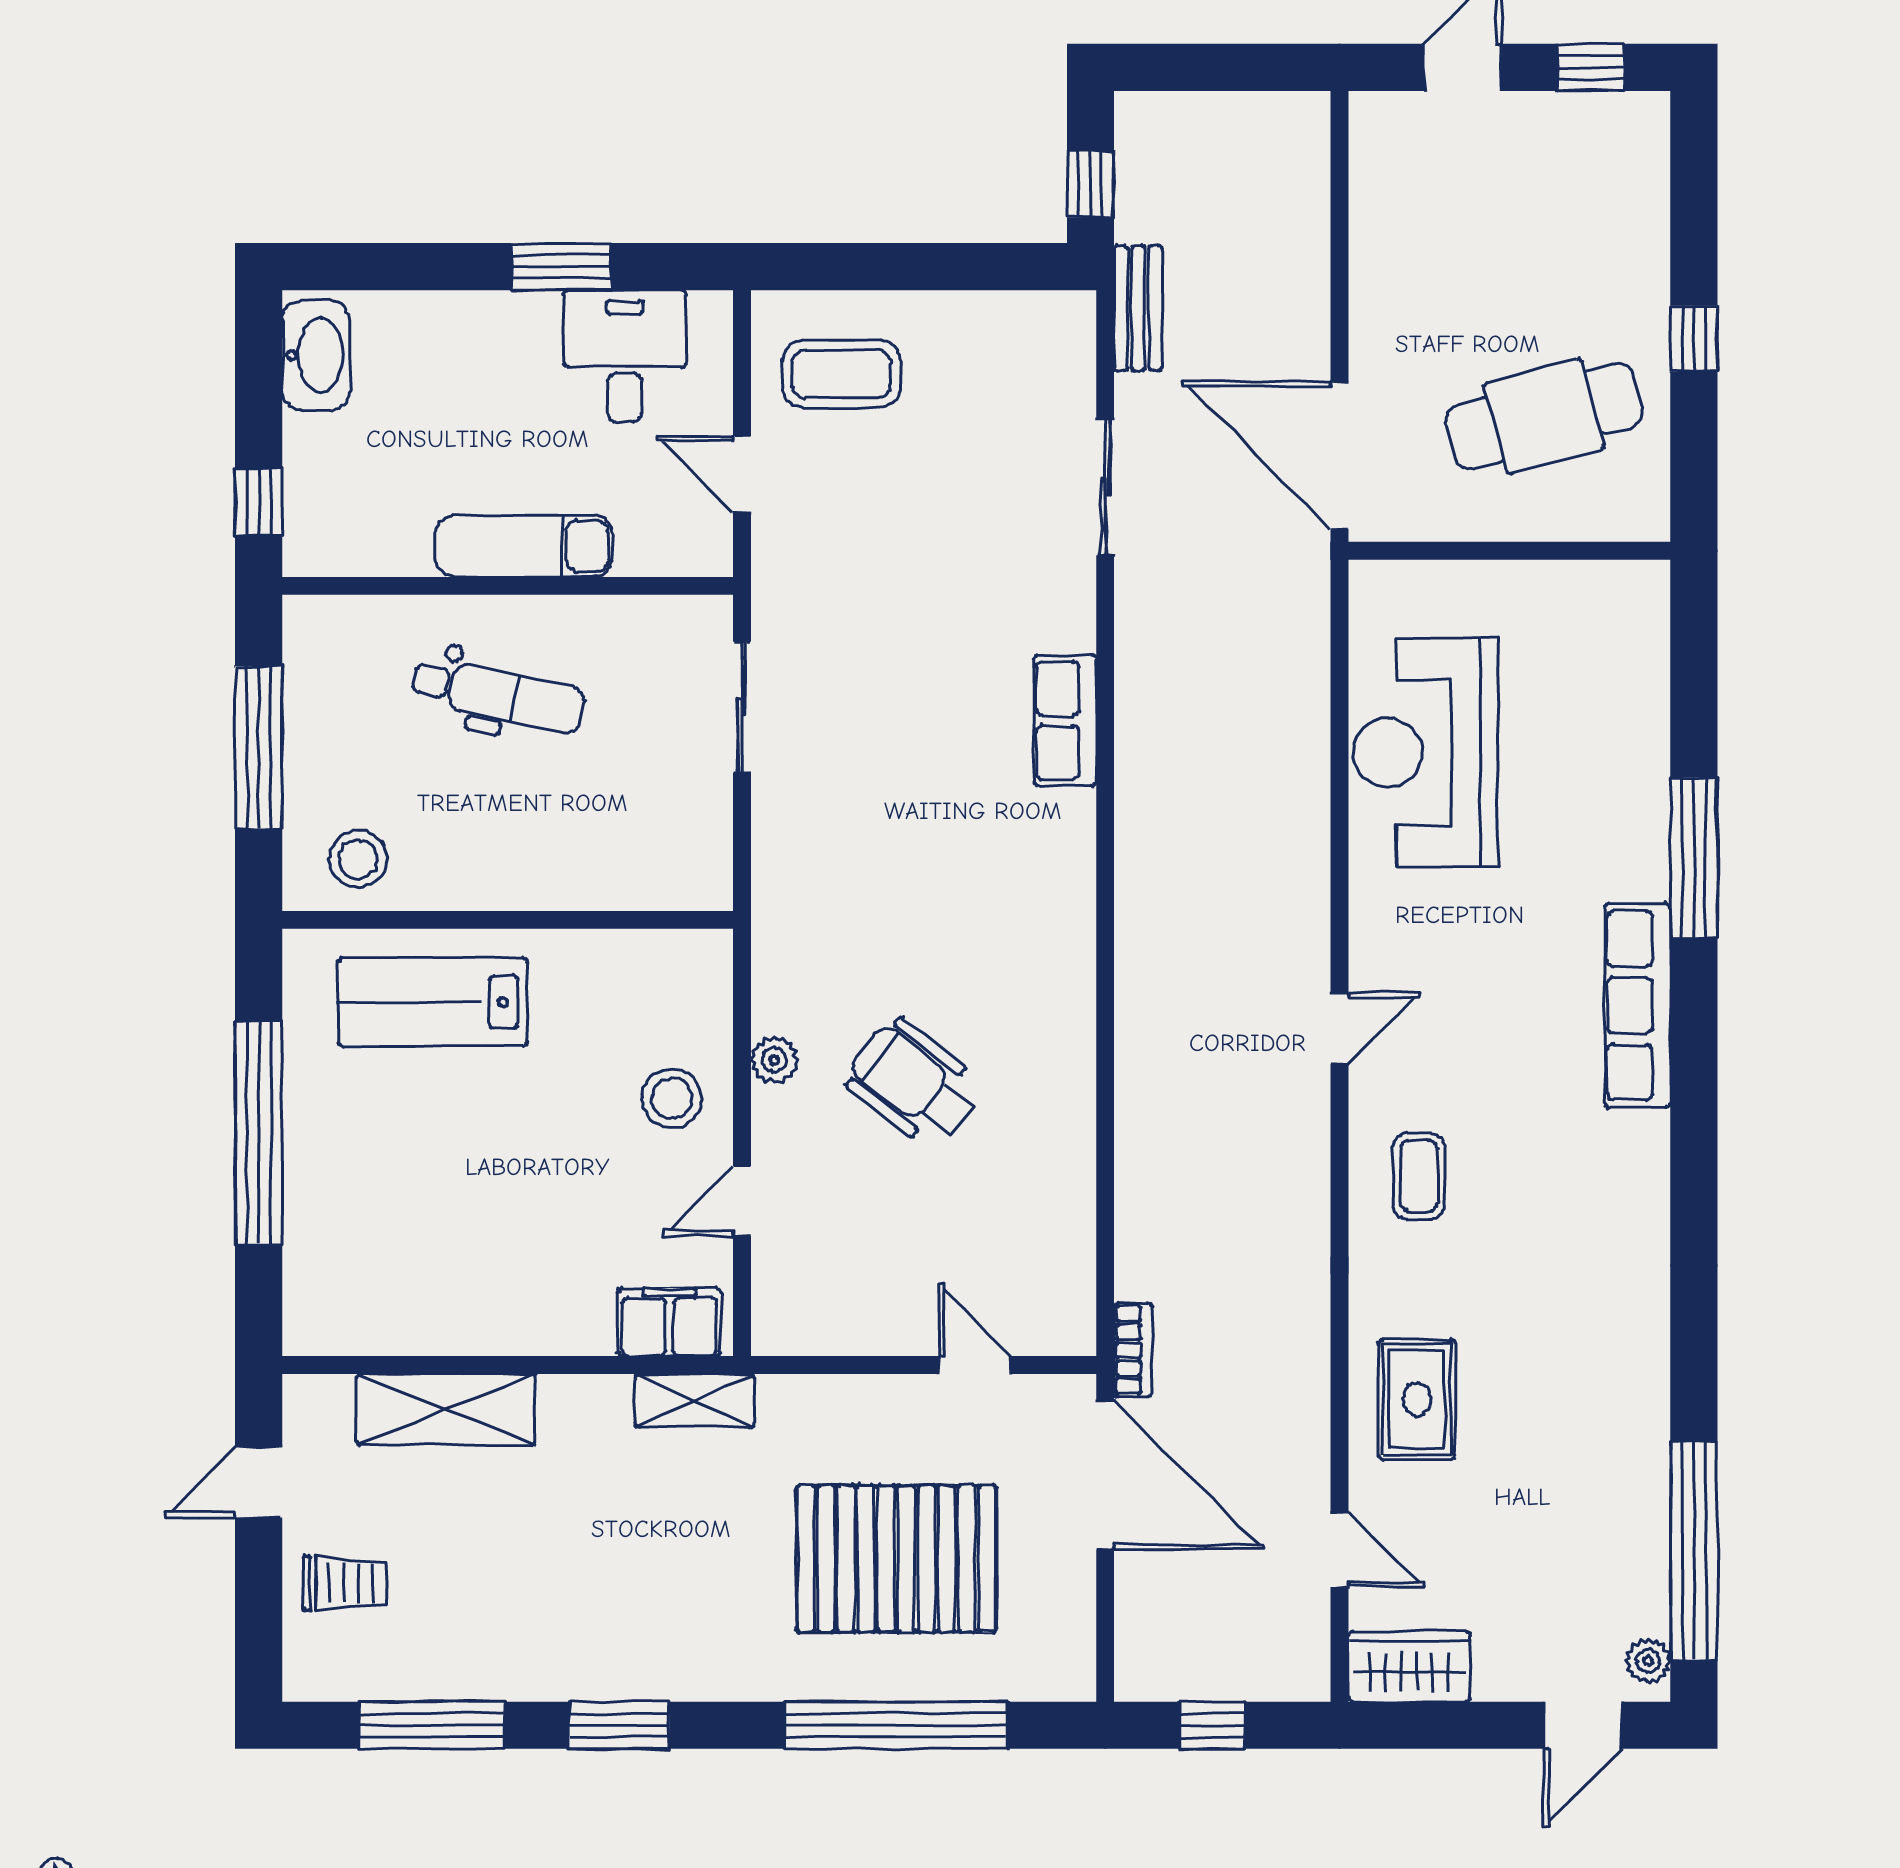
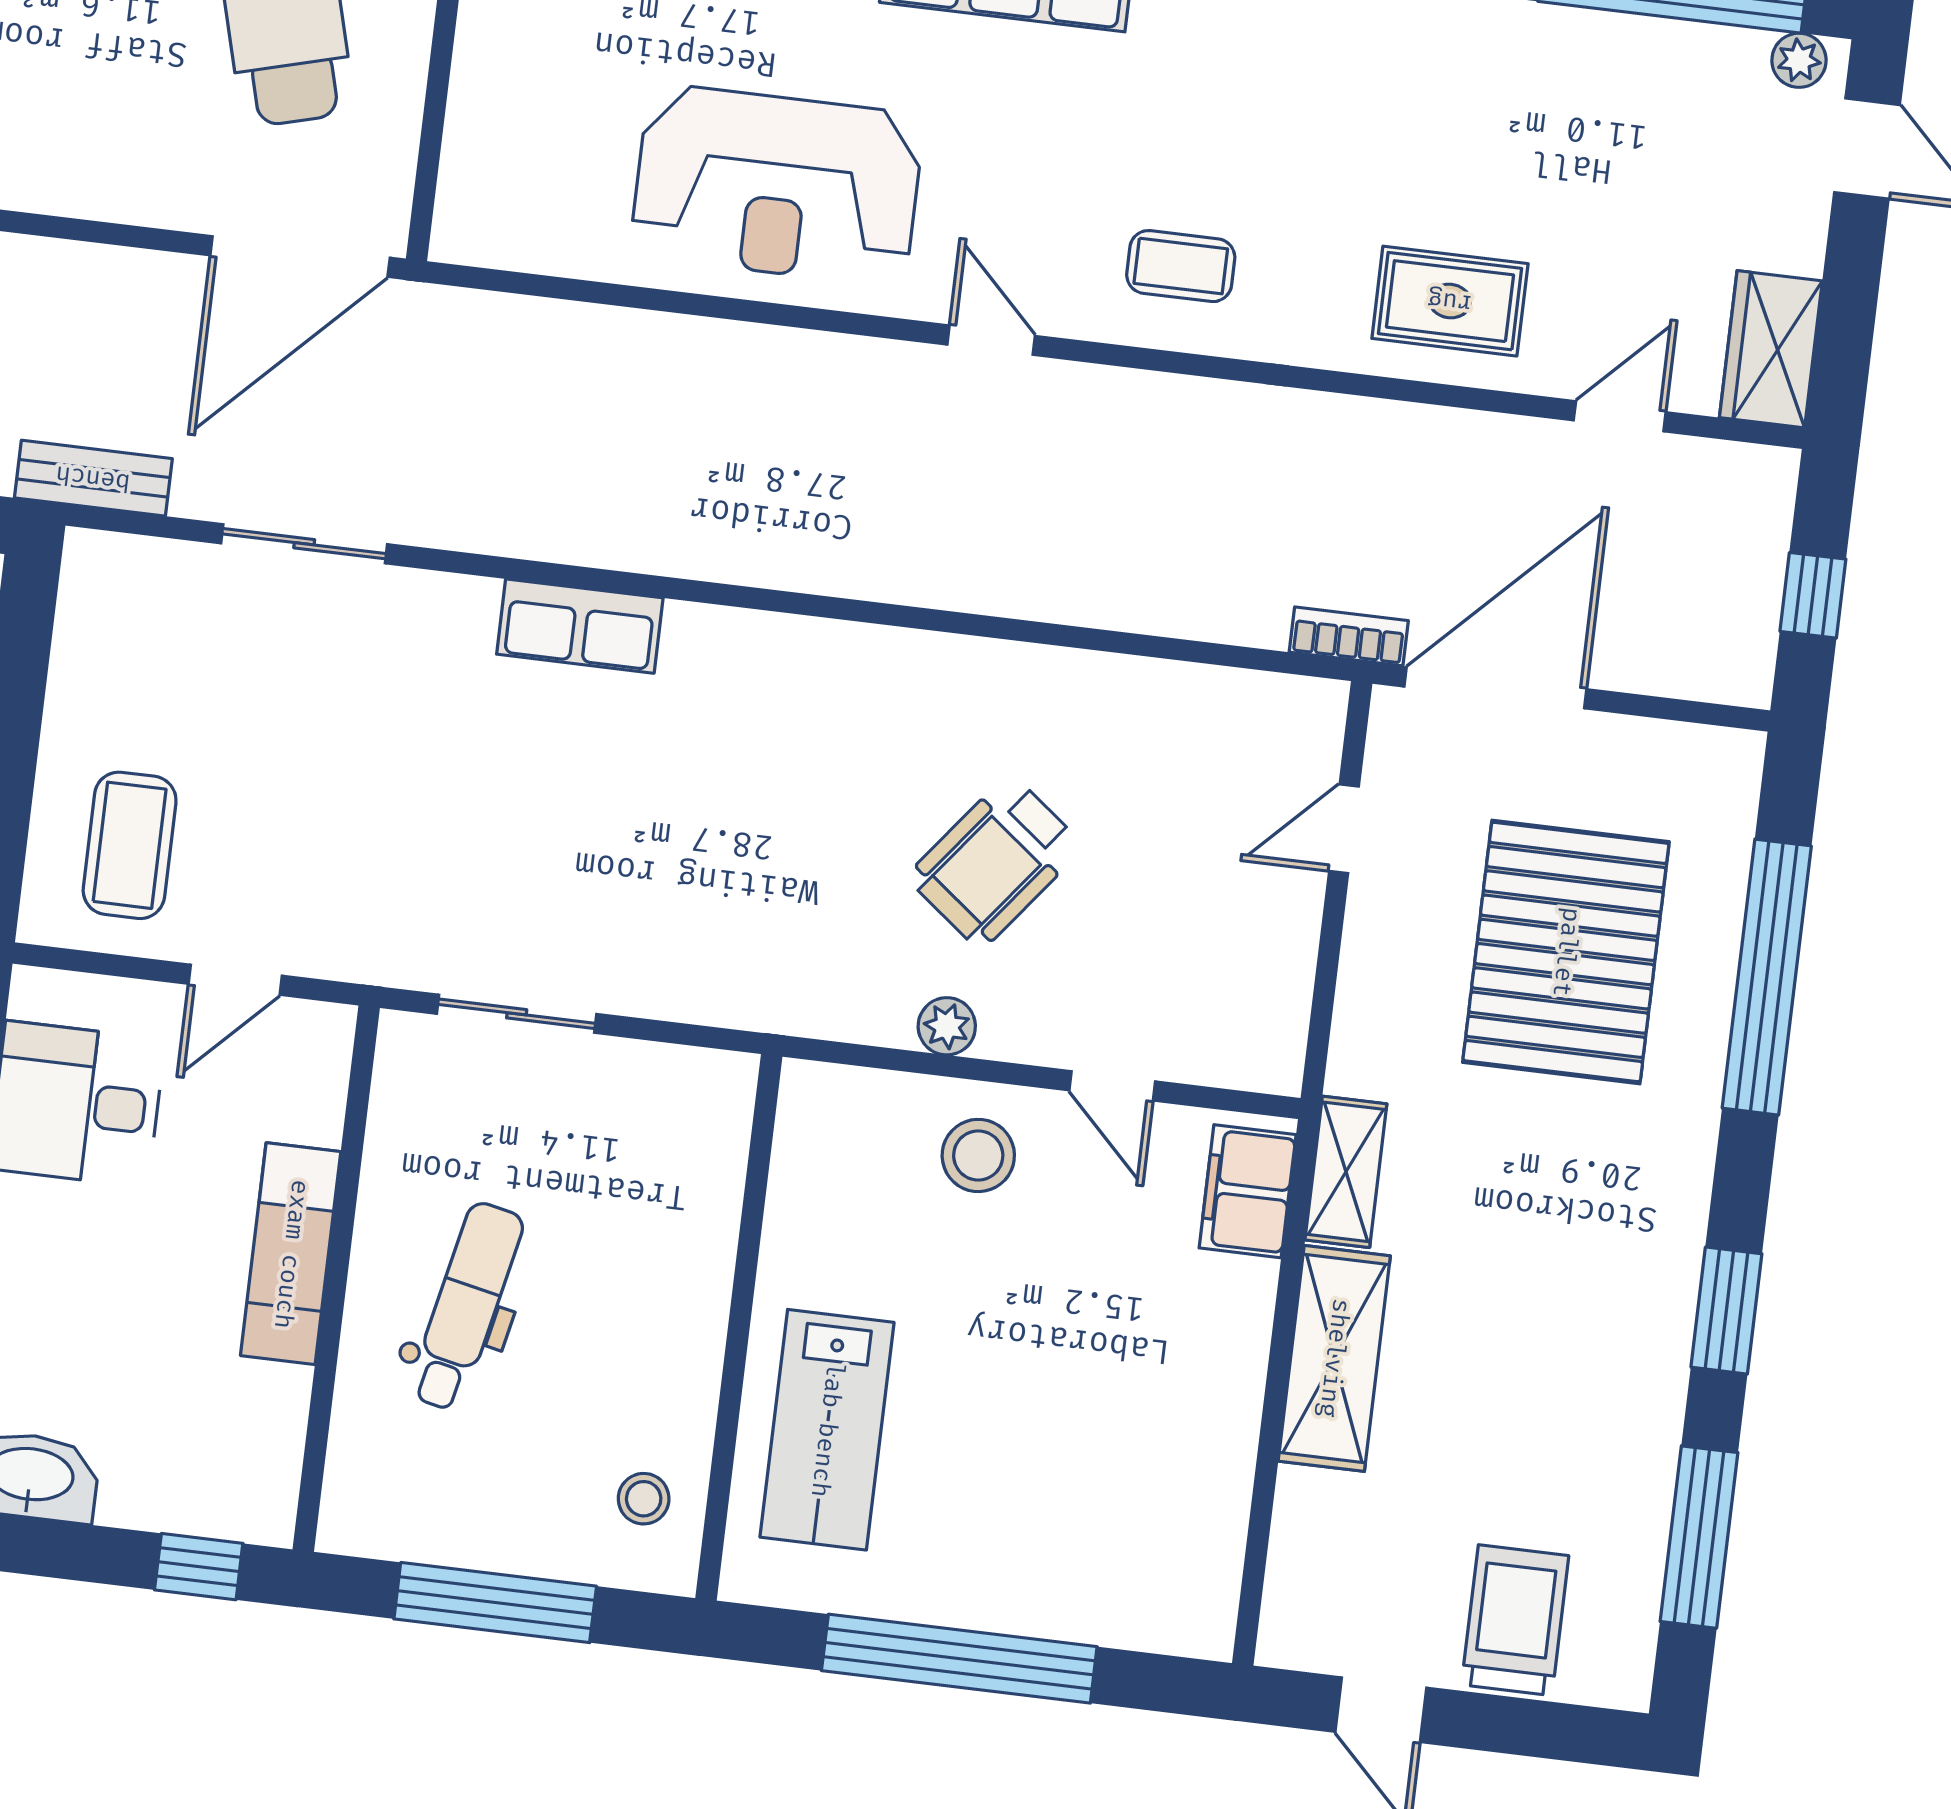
reception desk: (1425, 753) -> (777, 185), moved
stool: (358, 859) -> (644, 1499), width x0.73, depth x0.73
shelving: (446, 1410) -> (1334, 1358), moved
trolley: (345, 1583) -> (1515, 1620), width x1.36, depth x1.39

